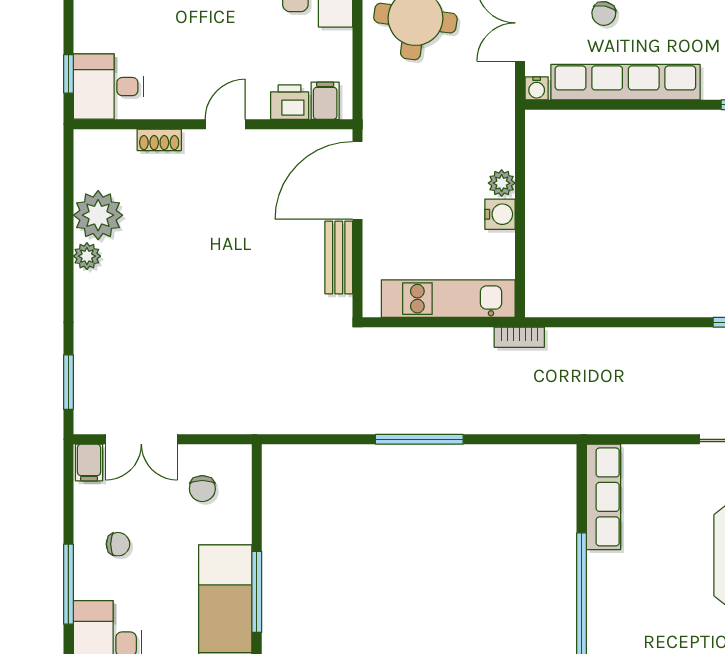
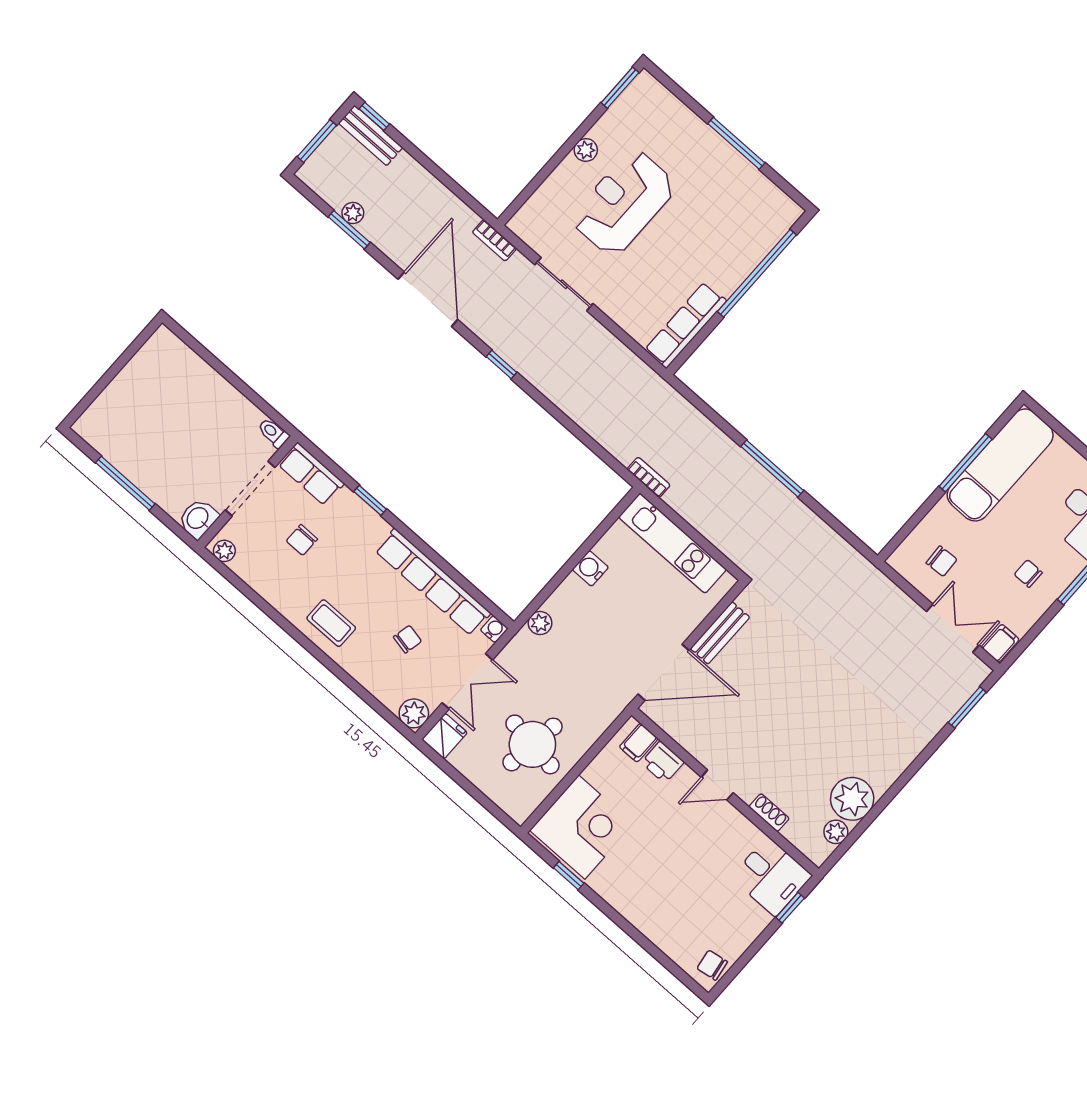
plant: (502, 183) -> (540, 623), moved
plant: (87, 256) -> (836, 832), moved
chair: (202, 489) -> (942, 561), turned 87

